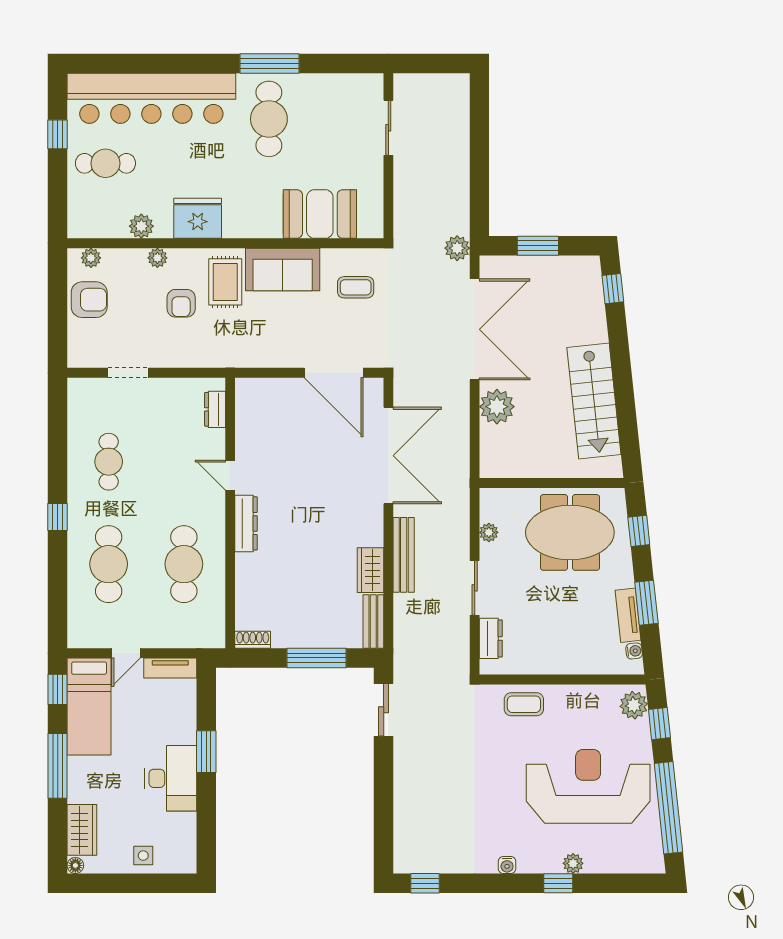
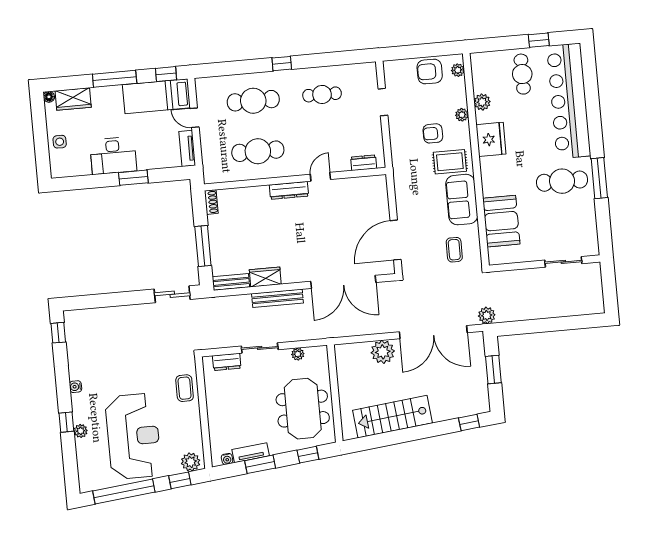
armchair: (89, 300) -> (430, 71), turned 90

